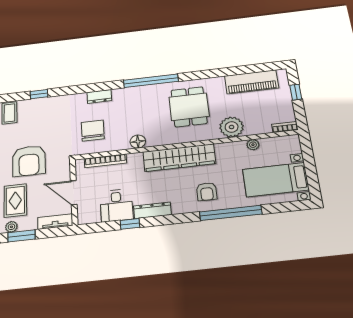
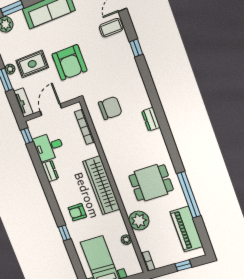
window: (151, 81) -> (189, 195), moved
dresser: (99, 96) -> (151, 119), moved
floor lamp: (138, 142) -> (108, 149), removed
armchair: (29, 161) -> (70, 62), turned -90
dresser: (152, 210) -> (50, 171), width x0.70
window: (231, 213) -> (64, 233), width x0.32
window: (130, 224) -> (27, 136), moved

